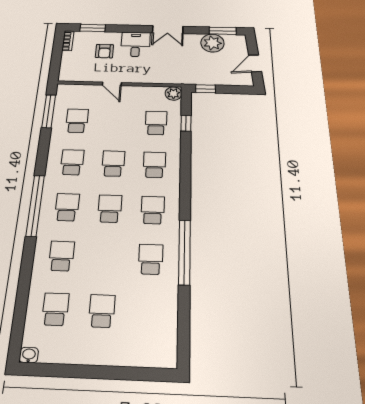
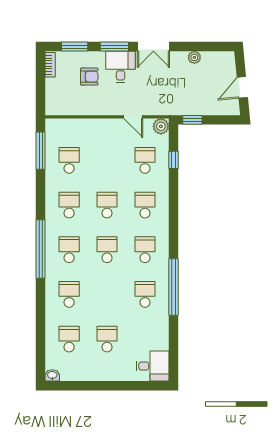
window: (223, 31) -> (114, 47), moved
plant: (212, 43) -> (194, 57), width x0.53, depth x0.53
armchair: (104, 51) -> (89, 77), turned -90
door: (112, 84) -> (133, 117), moved
desk: (157, 348) -> (153, 366), added

